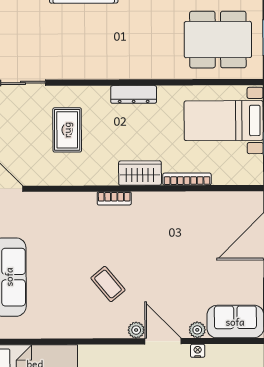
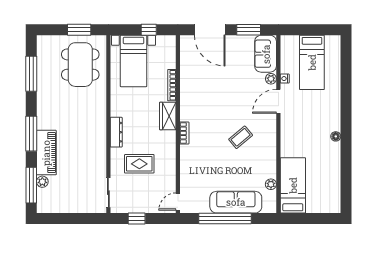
dresser: (134, 94) -> (116, 132), moved
plant: (136, 330) -> (271, 184), moved

